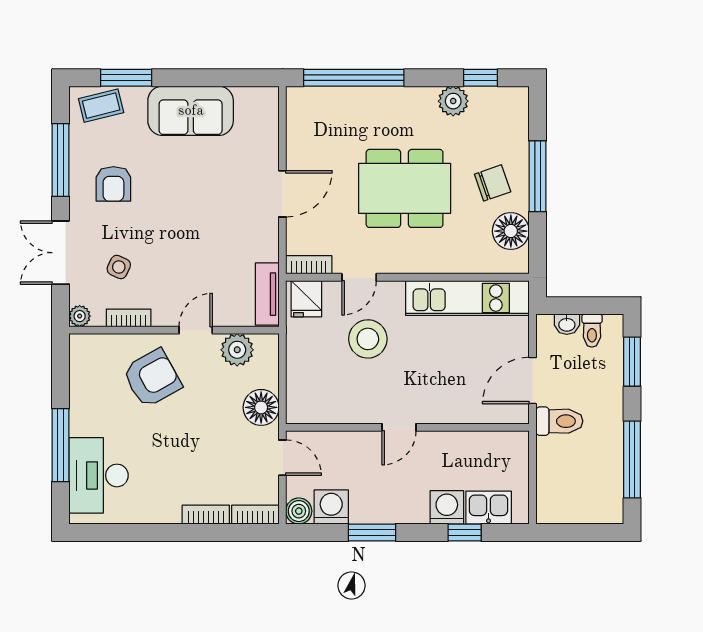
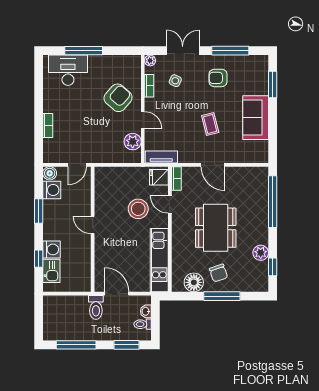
coffee table: (101, 106) -> (210, 124), moved
armchair: (152, 378) -> (118, 98), turned -110
floor lamp: (261, 407) -> (103, 154), removed
bookcase: (255, 515) -> (48, 151), removed

